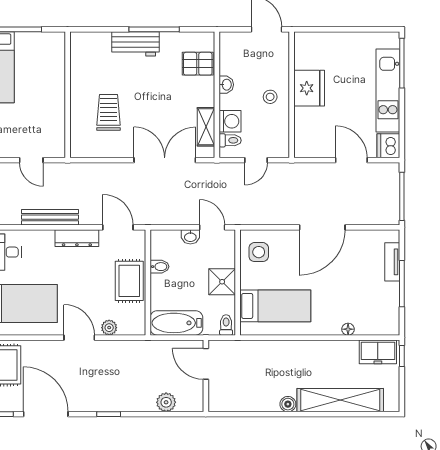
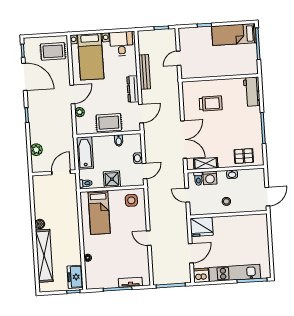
workbench: (135, 44) -> (252, 92), moved
pallet: (198, 64) -> (244, 156), turned 90
fridge: (309, 88) -> (202, 227), moved
door: (322, 227) -> (149, 238), width x0.53
door: (46, 414) -> (24, 77), hinge flipped

